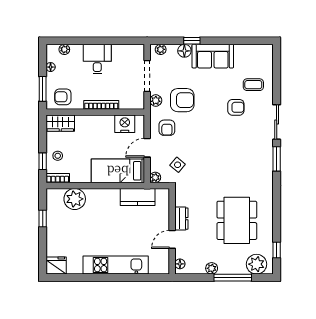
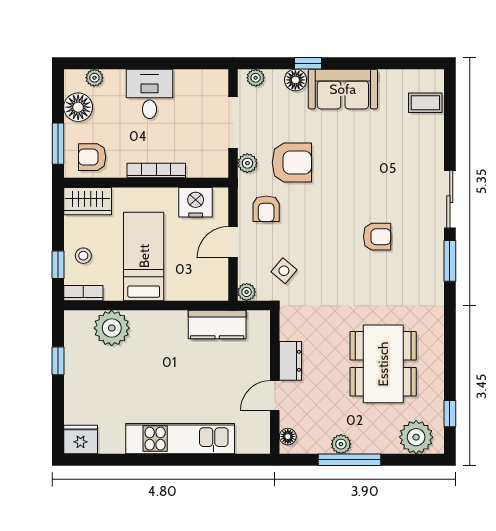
floor lamp: (51, 67) -> (78, 107), width x1.89, depth x1.89
coffee table: (253, 85) -> (425, 103), moved
armchair: (236, 107) -> (377, 237), moved
bed: (118, 171) -> (144, 256), moved, turned 90
window: (233, 278) -> (350, 460), moved

